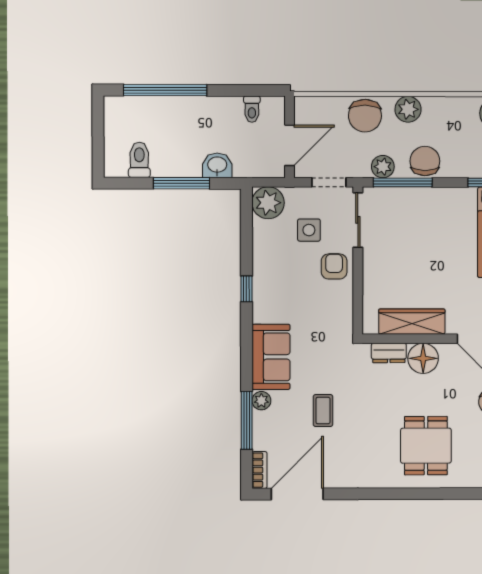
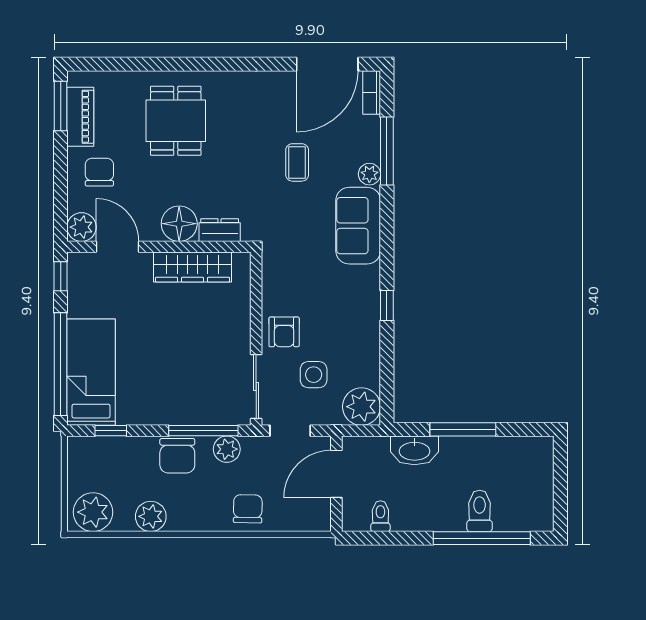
plant: (408, 109) -> (151, 516), moved
chair: (365, 116) -> (248, 509), width x0.73, depth x0.73
toilet: (139, 160) -> (480, 511), moved, turned 180
washbasin: (217, 165) -> (414, 450), width x1.38

